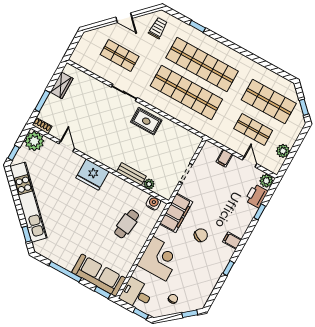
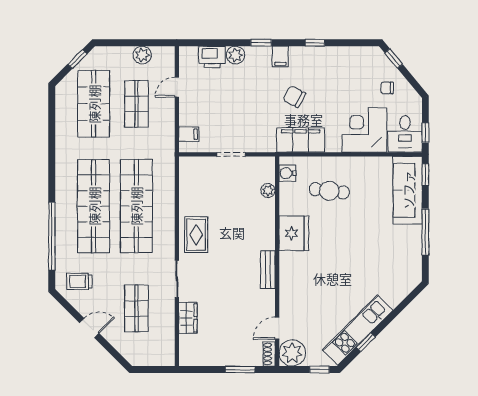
door: (124, 18) -> (89, 328), hinge flipped
window: (197, 26) -> (52, 236), width x3.17
wardrobe: (62, 85) -> (188, 318), moved, turned 90
door: (67, 146) -> (277, 328), moved
filing cabinet: (224, 158) -> (189, 134), moved
bench: (131, 174) -> (268, 270), moved
fridge: (92, 175) -> (294, 233), moved
plant: (266, 181) -> (236, 55), moved
kitchen unit: (28, 202) -> (358, 330), width x0.73
window: (260, 212) -> (261, 43), moved
filing cabinet: (176, 213) -> (301, 140), moved
window: (27, 234) -> (366, 342), moved
corner desk: (159, 259) -> (364, 130), moved
window: (141, 314) -> (425, 133), moved

